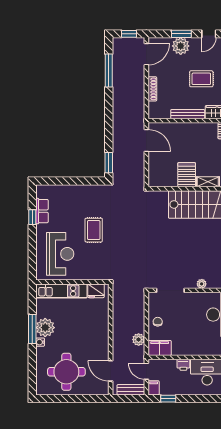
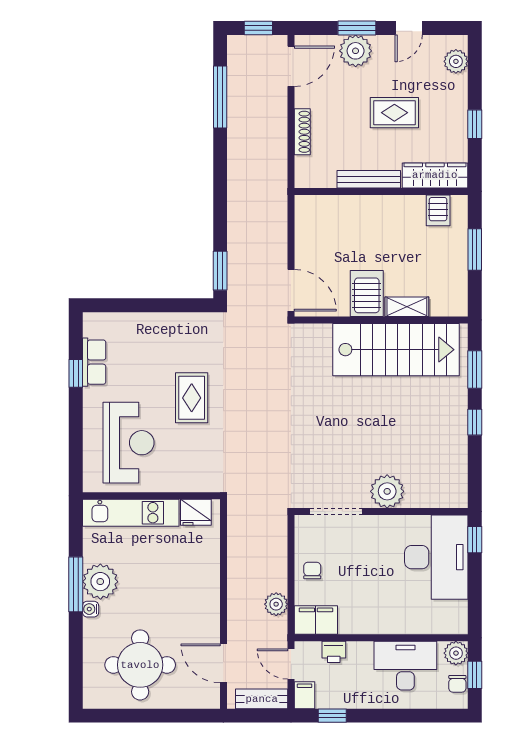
door: (146, 141) -> (291, 290), moved
plant: (202, 284) -> (387, 491), width x1.87, depth x1.87
printer: (183, 365) -> (334, 652), moved

